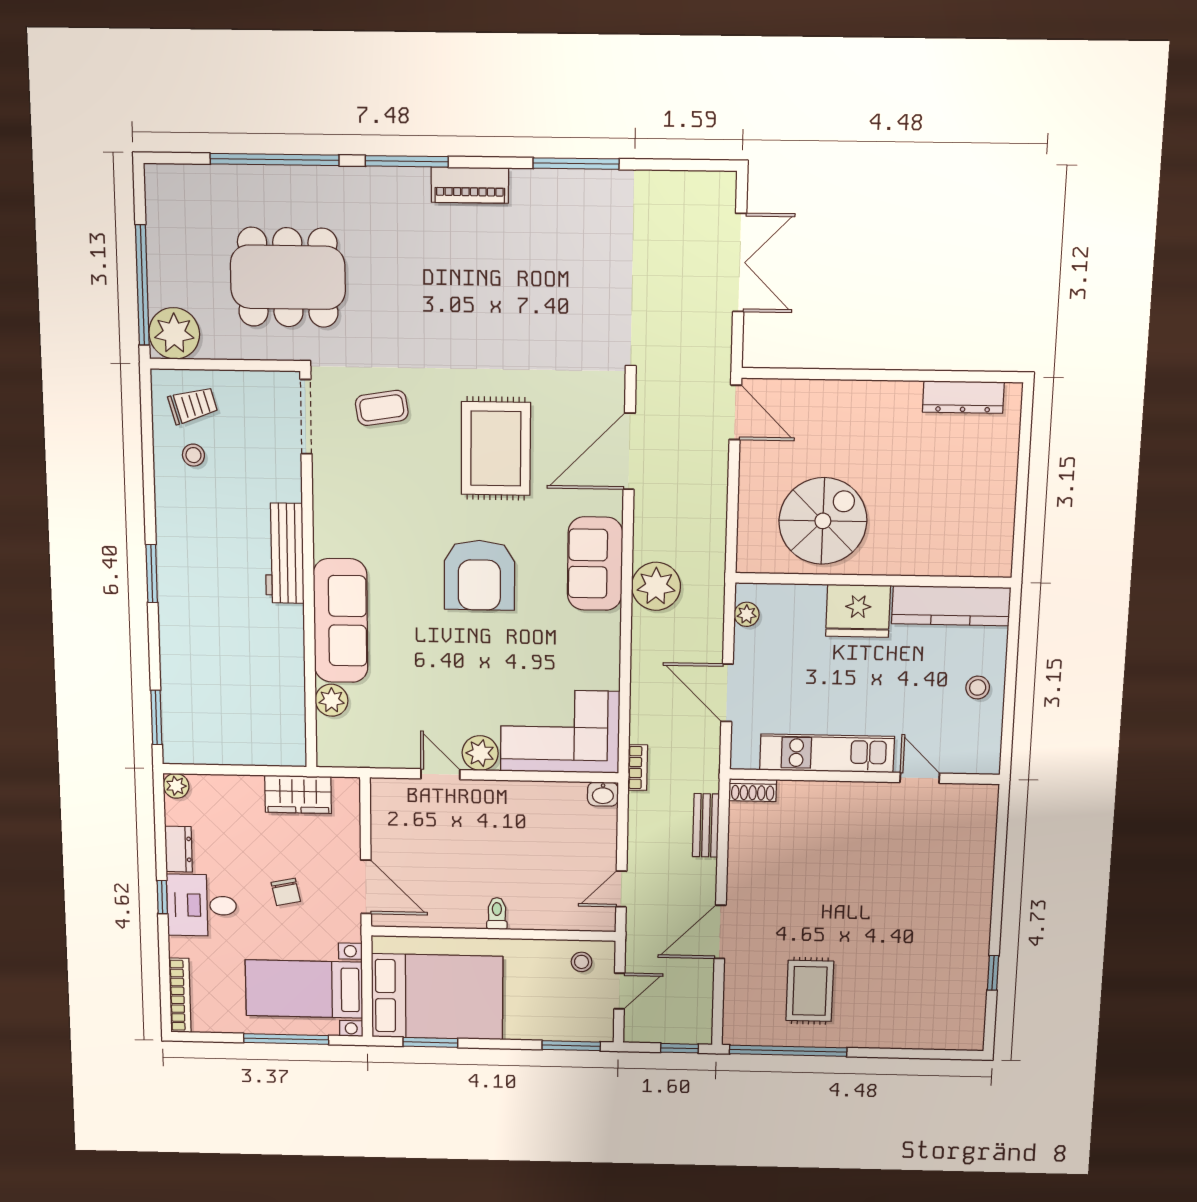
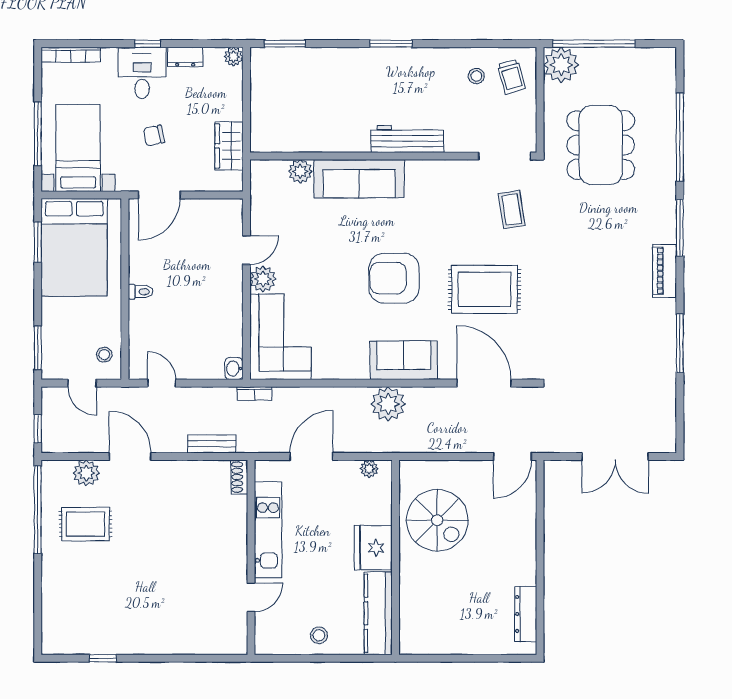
plant: (741, 988) -> (86, 473), added

